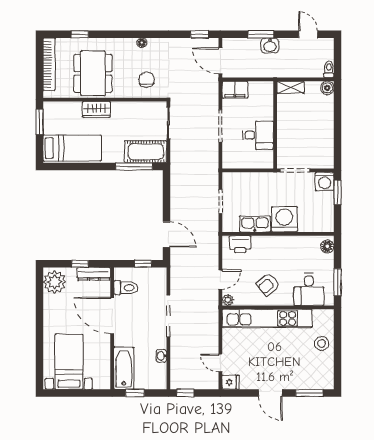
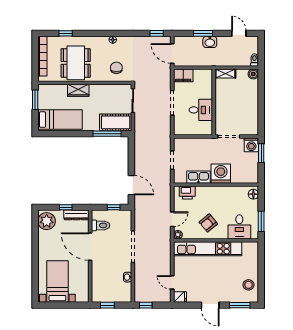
stool: (322, 343) -> (248, 285), moved
bathtub: (124, 368) -> (99, 286), removed

